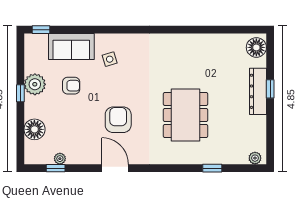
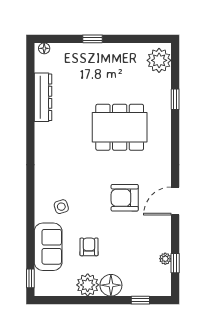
floor lamp: (256, 47) -> (44, 48), width x0.53, depth x0.53
dresser: (258, 91) -> (43, 97), moved, turned -90
window: (20, 93) -> (140, 300), moved
floor lamp: (34, 129) -> (111, 285), moved
plant: (255, 158) -> (159, 60), width x1.87, depth x1.87

